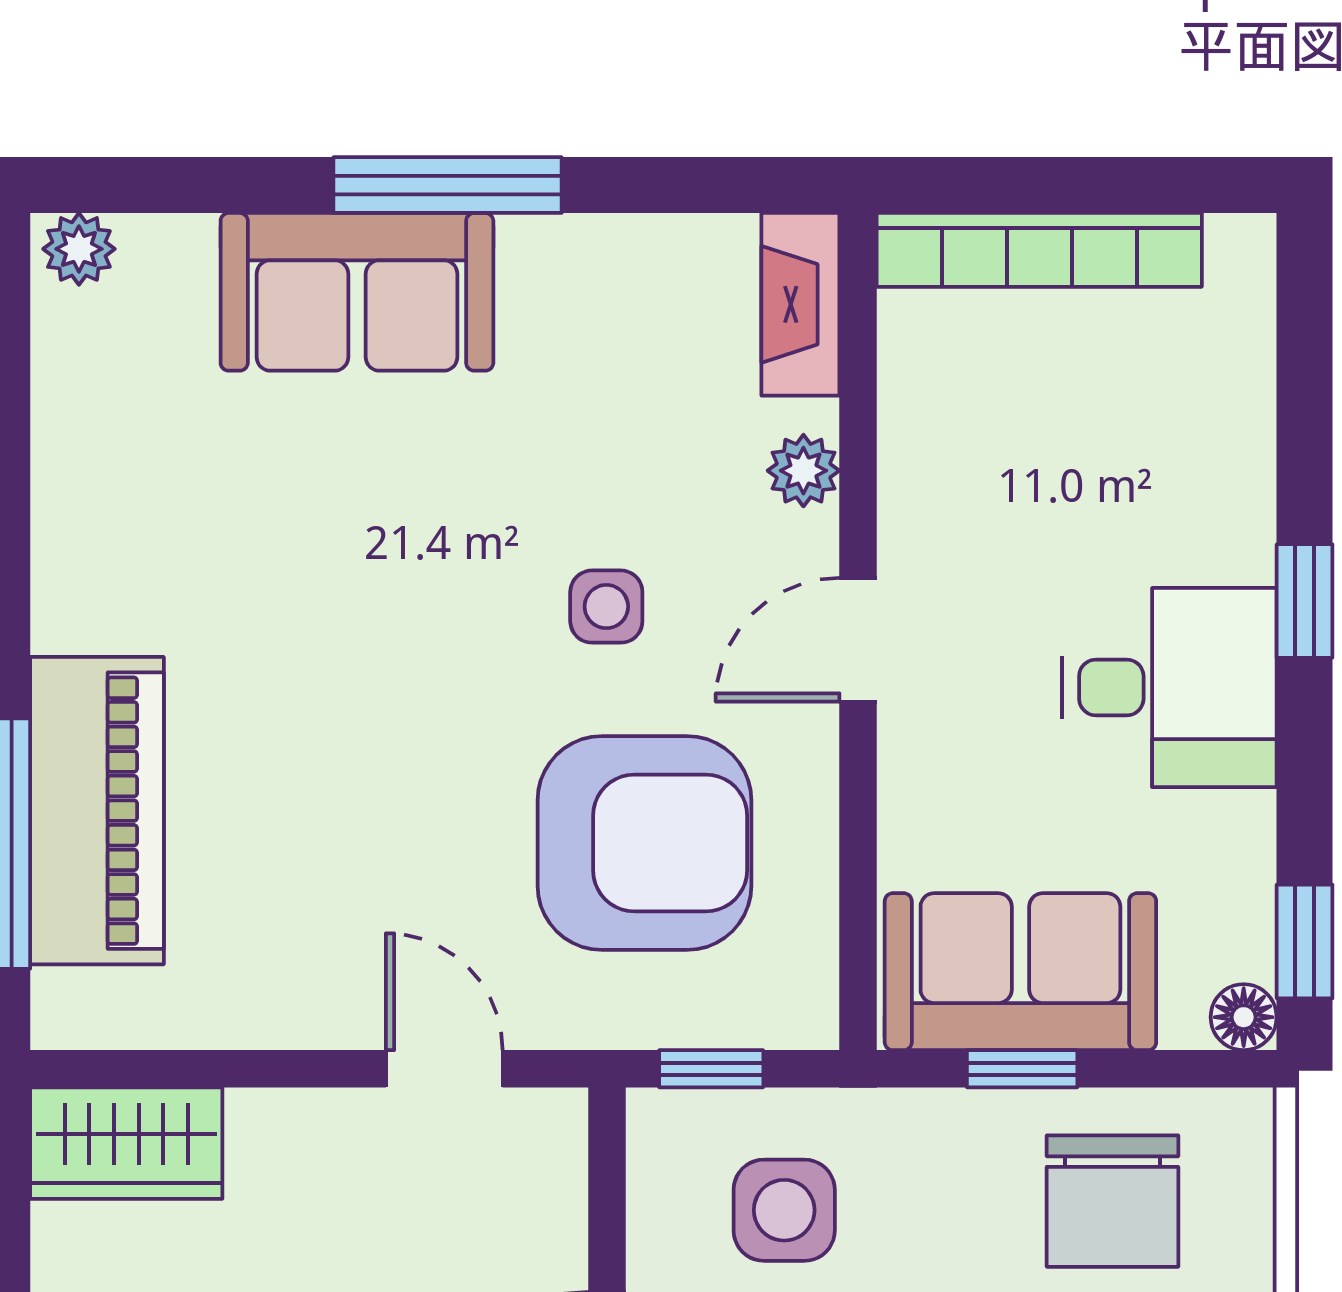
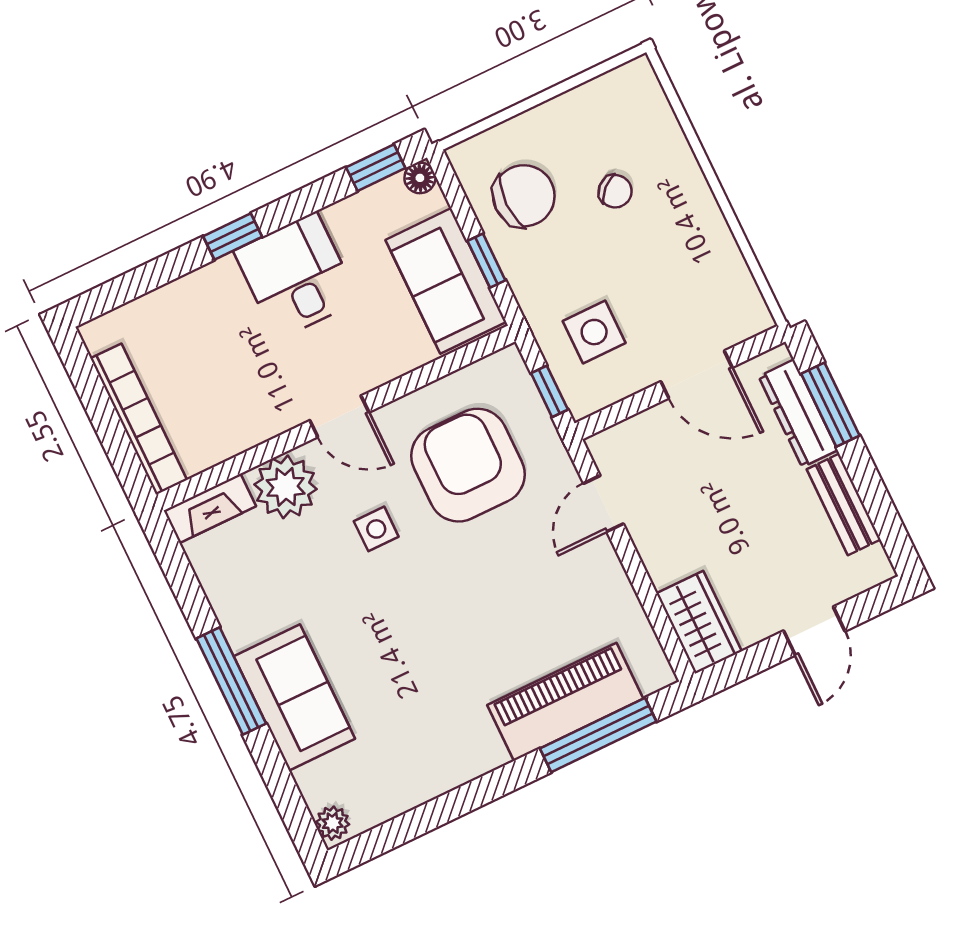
plant: (803, 471) -> (286, 487), width x1.88, depth x1.88

